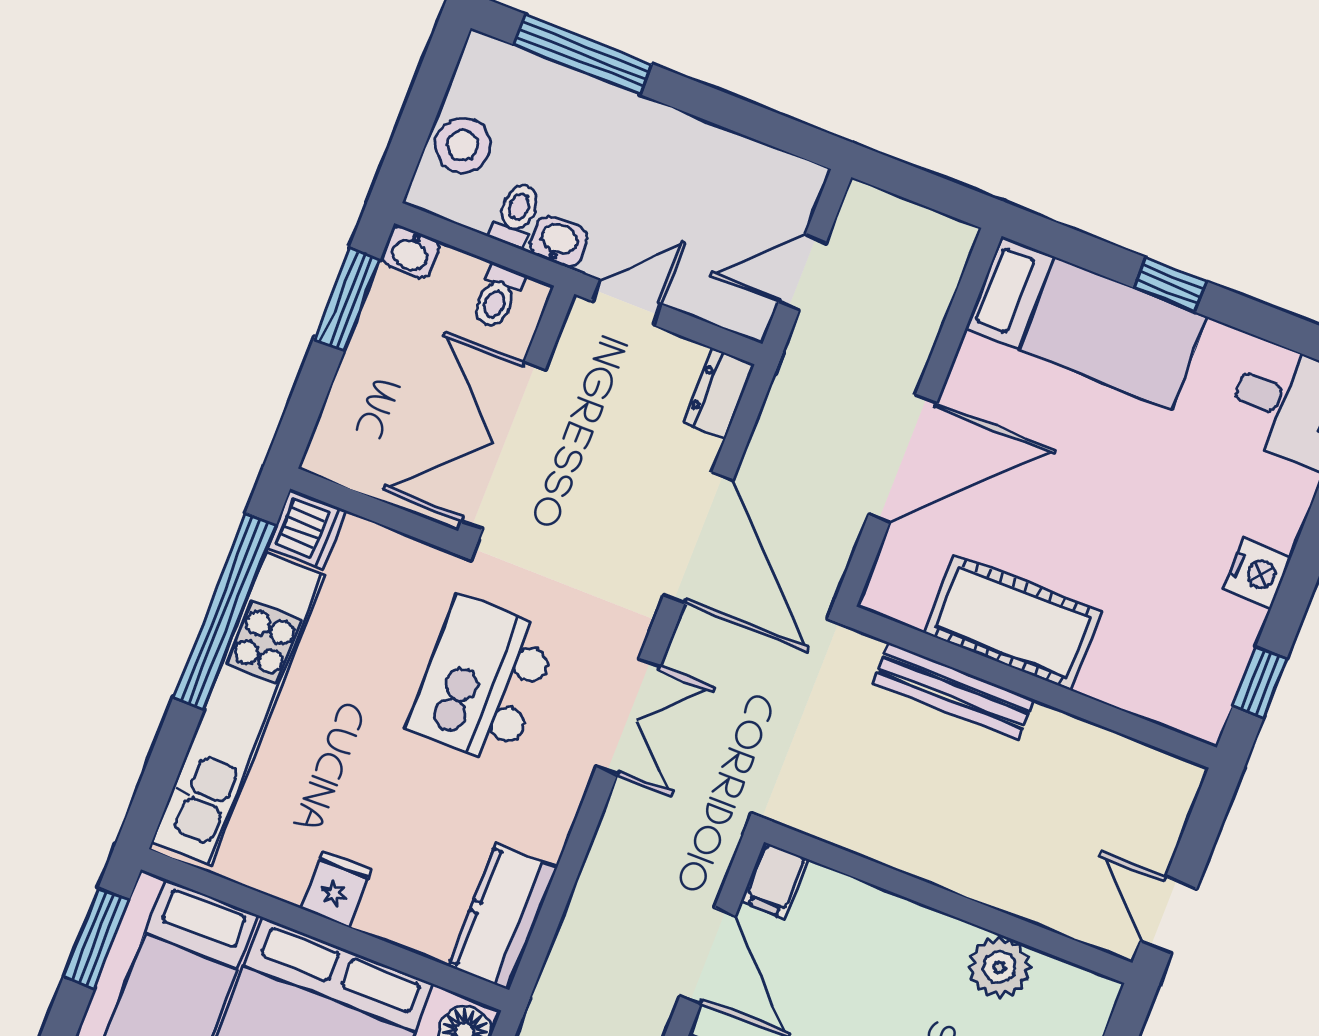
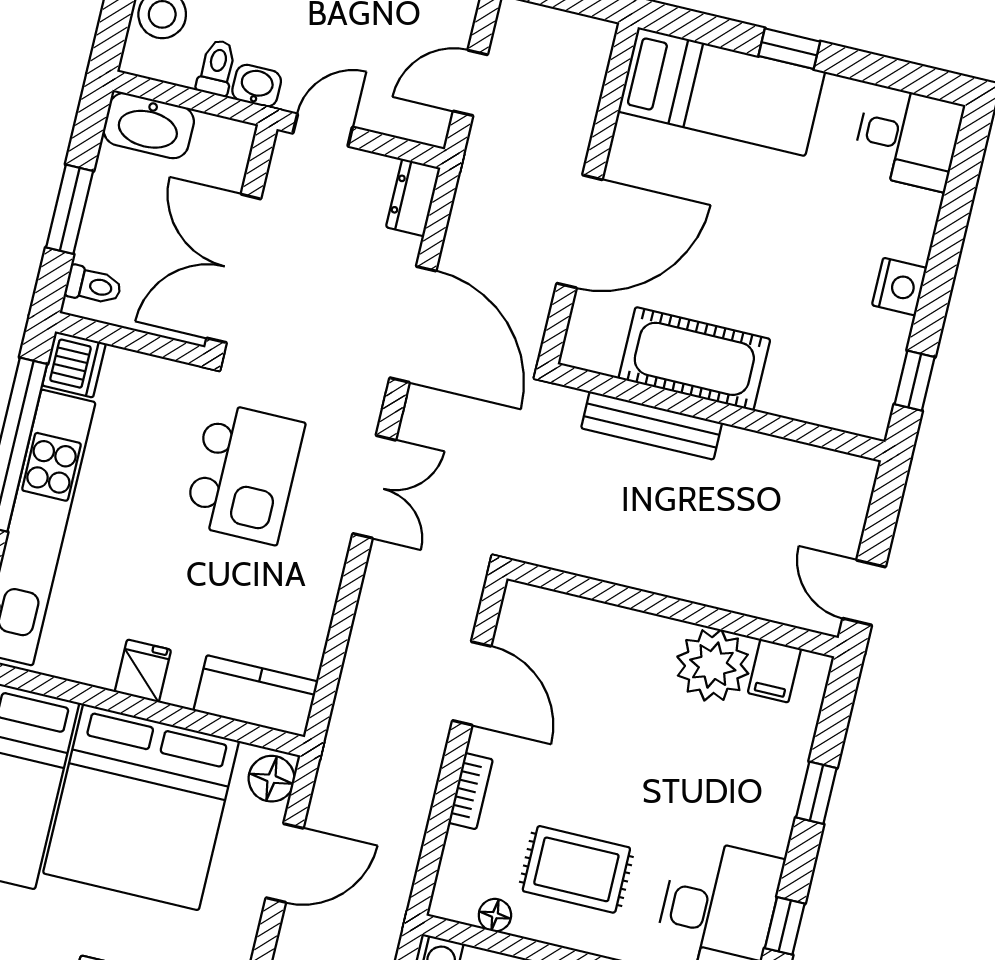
washbasin: (411, 252) -> (149, 126), width x1.91, depth x1.45
toilet: (497, 296) -> (93, 286), moved, turned -90
window: (347, 299) -> (70, 209), moved
kitchen island: (483, 680) -> (244, 473), turned 180
filing cabinet: (775, 880) -> (774, 671), moved
kitchen counter: (503, 917) -> (256, 696), moved, turned 90
plant: (999, 967) -> (713, 665), width x1.36, depth x1.36

